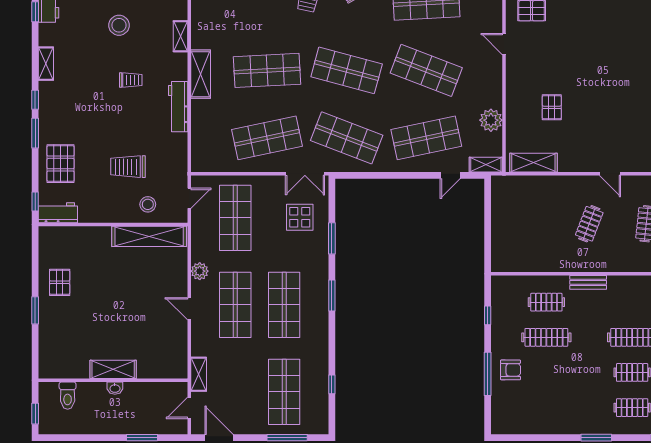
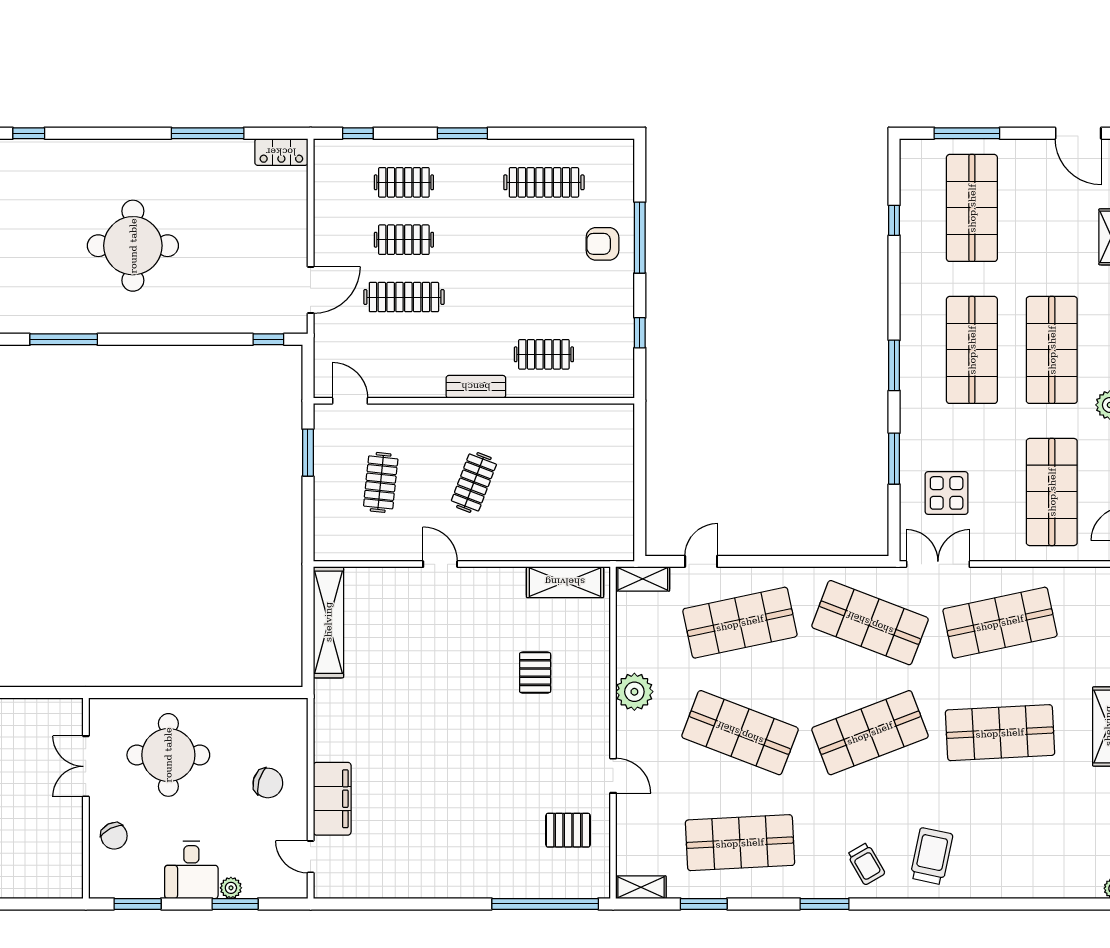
shop shelf: (347, 70) -> (870, 733), turned -36
plant: (491, 120) -> (634, 692), moved
clothes rail: (546, 337) -> (544, 182), moved

